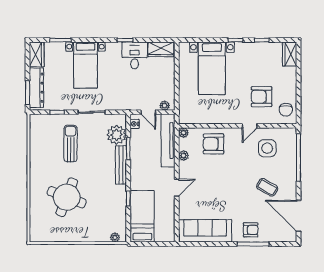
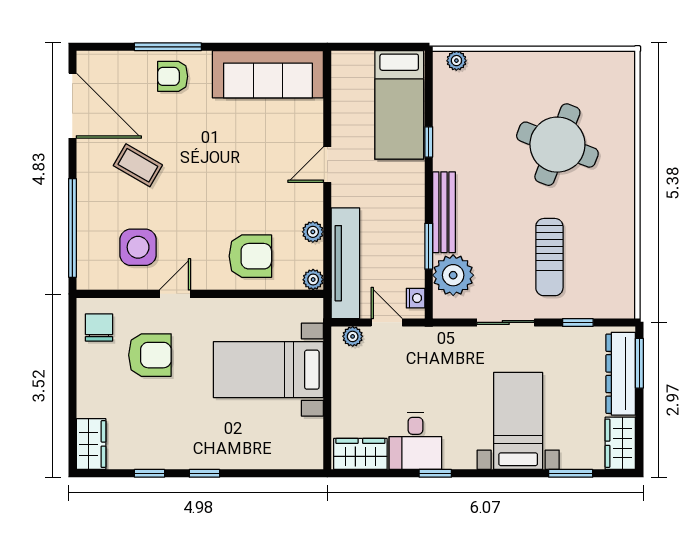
bed with nightstands: (212, 68) -> (268, 370), moved, turned -90

